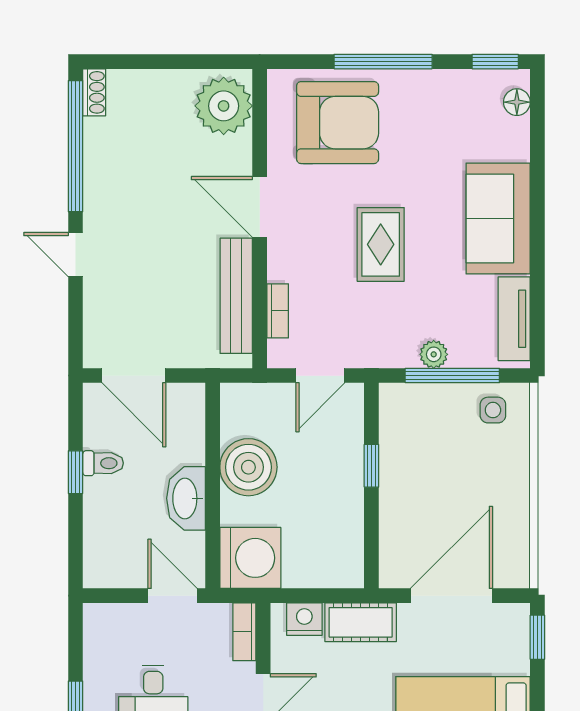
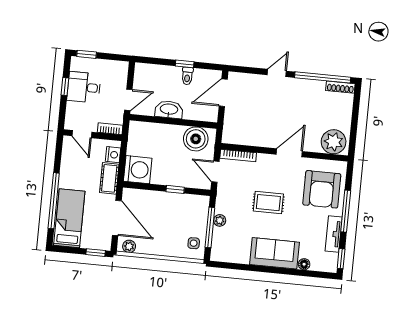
shoe rack: (94, 92) -> (340, 87), width x1.43
floor lamp: (517, 102) -> (304, 264), moved
bench: (236, 296) -> (253, 139), removed
bookcase: (278, 311) -> (238, 156), width x1.56
tv unit: (514, 319) -> (334, 234), moved, turned -90
boiler: (248, 467) -> (196, 139), moved
washing machine: (250, 558) -> (138, 170), moved, turned -90
plant: (515, 560) -> (129, 246), added

